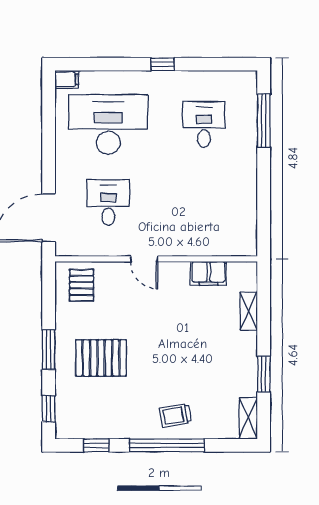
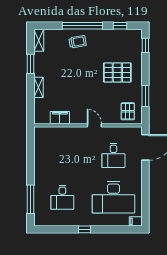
shelving: (249, 311) -> (38, 87), moved
window: (49, 350) -> (145, 96), moved

